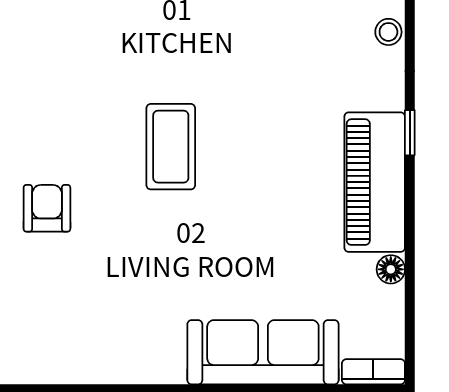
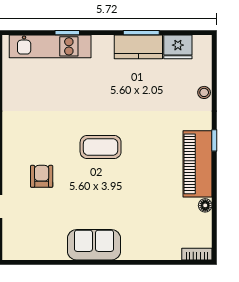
coffee table: (171, 147) -> (101, 147), turned 90
sofa: (263, 352) -> (94, 245), moved, width x0.73

